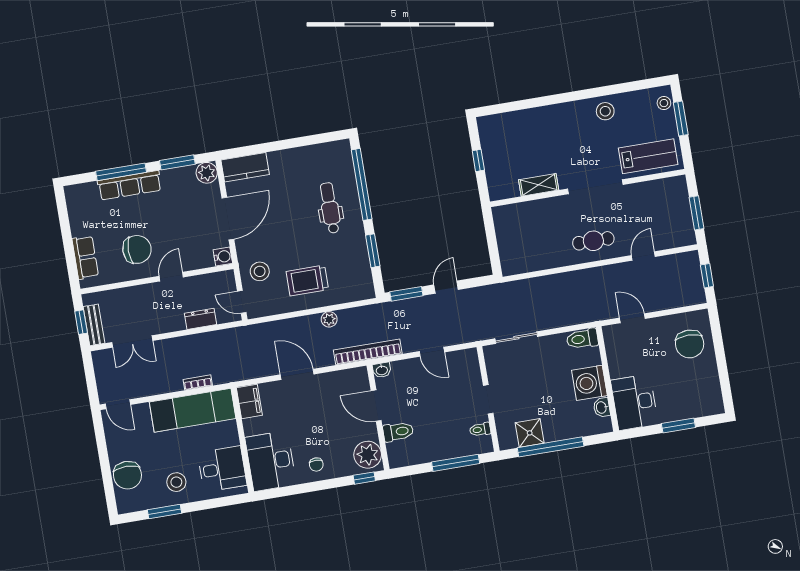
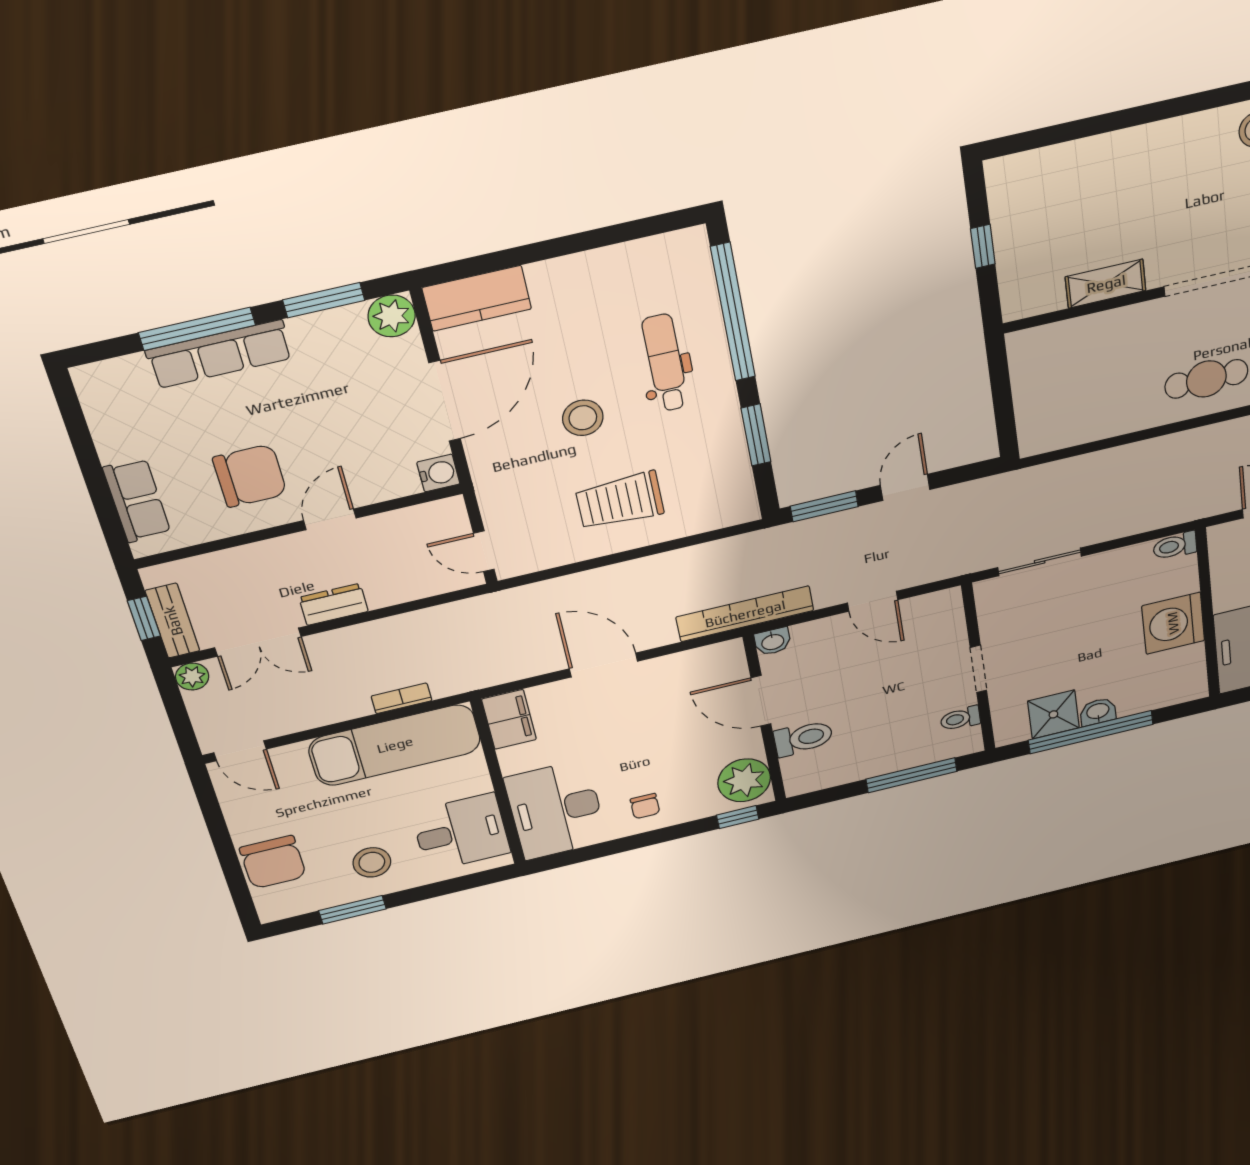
stool: (260, 271) -> (583, 418), moved
dresser: (201, 319) -> (334, 604), moved
plant: (329, 319) -> (192, 677), moved
toilet: (582, 339) -> (1175, 546), width x0.73, depth x0.72
washbasin: (602, 407) -> (1098, 712), moved, turned 90

